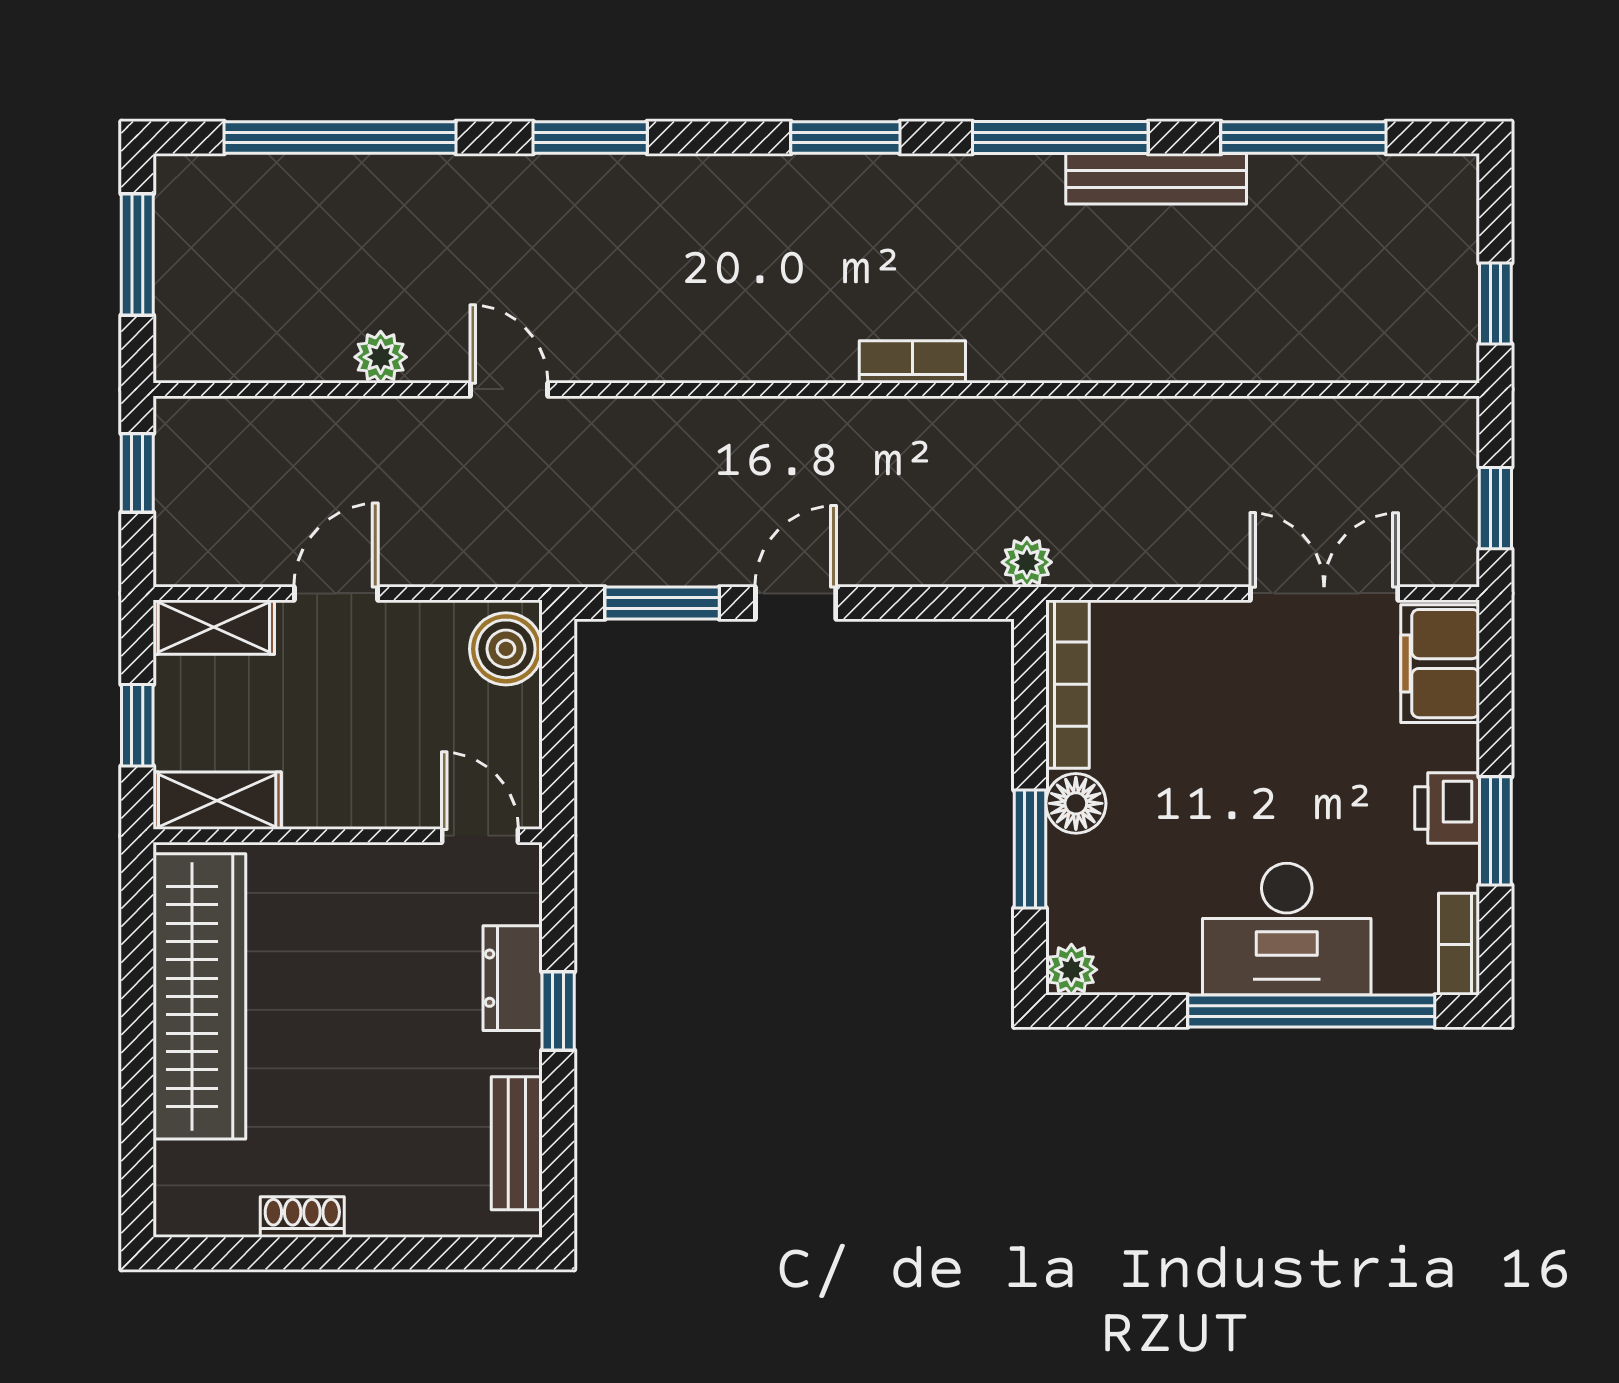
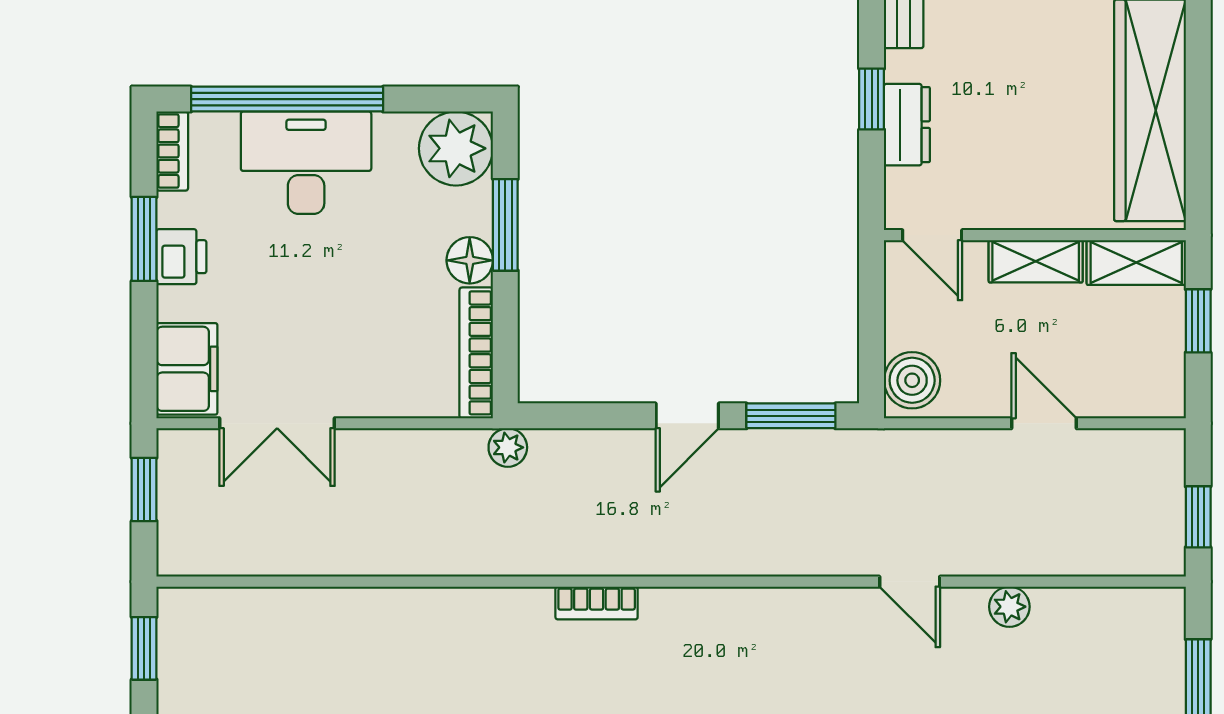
door: (336, 593) -> (1044, 423), swing flipped
shelving: (214, 627) -> (1036, 261), moved
plant: (1071, 970) -> (456, 148), width x1.87, depth x1.87

